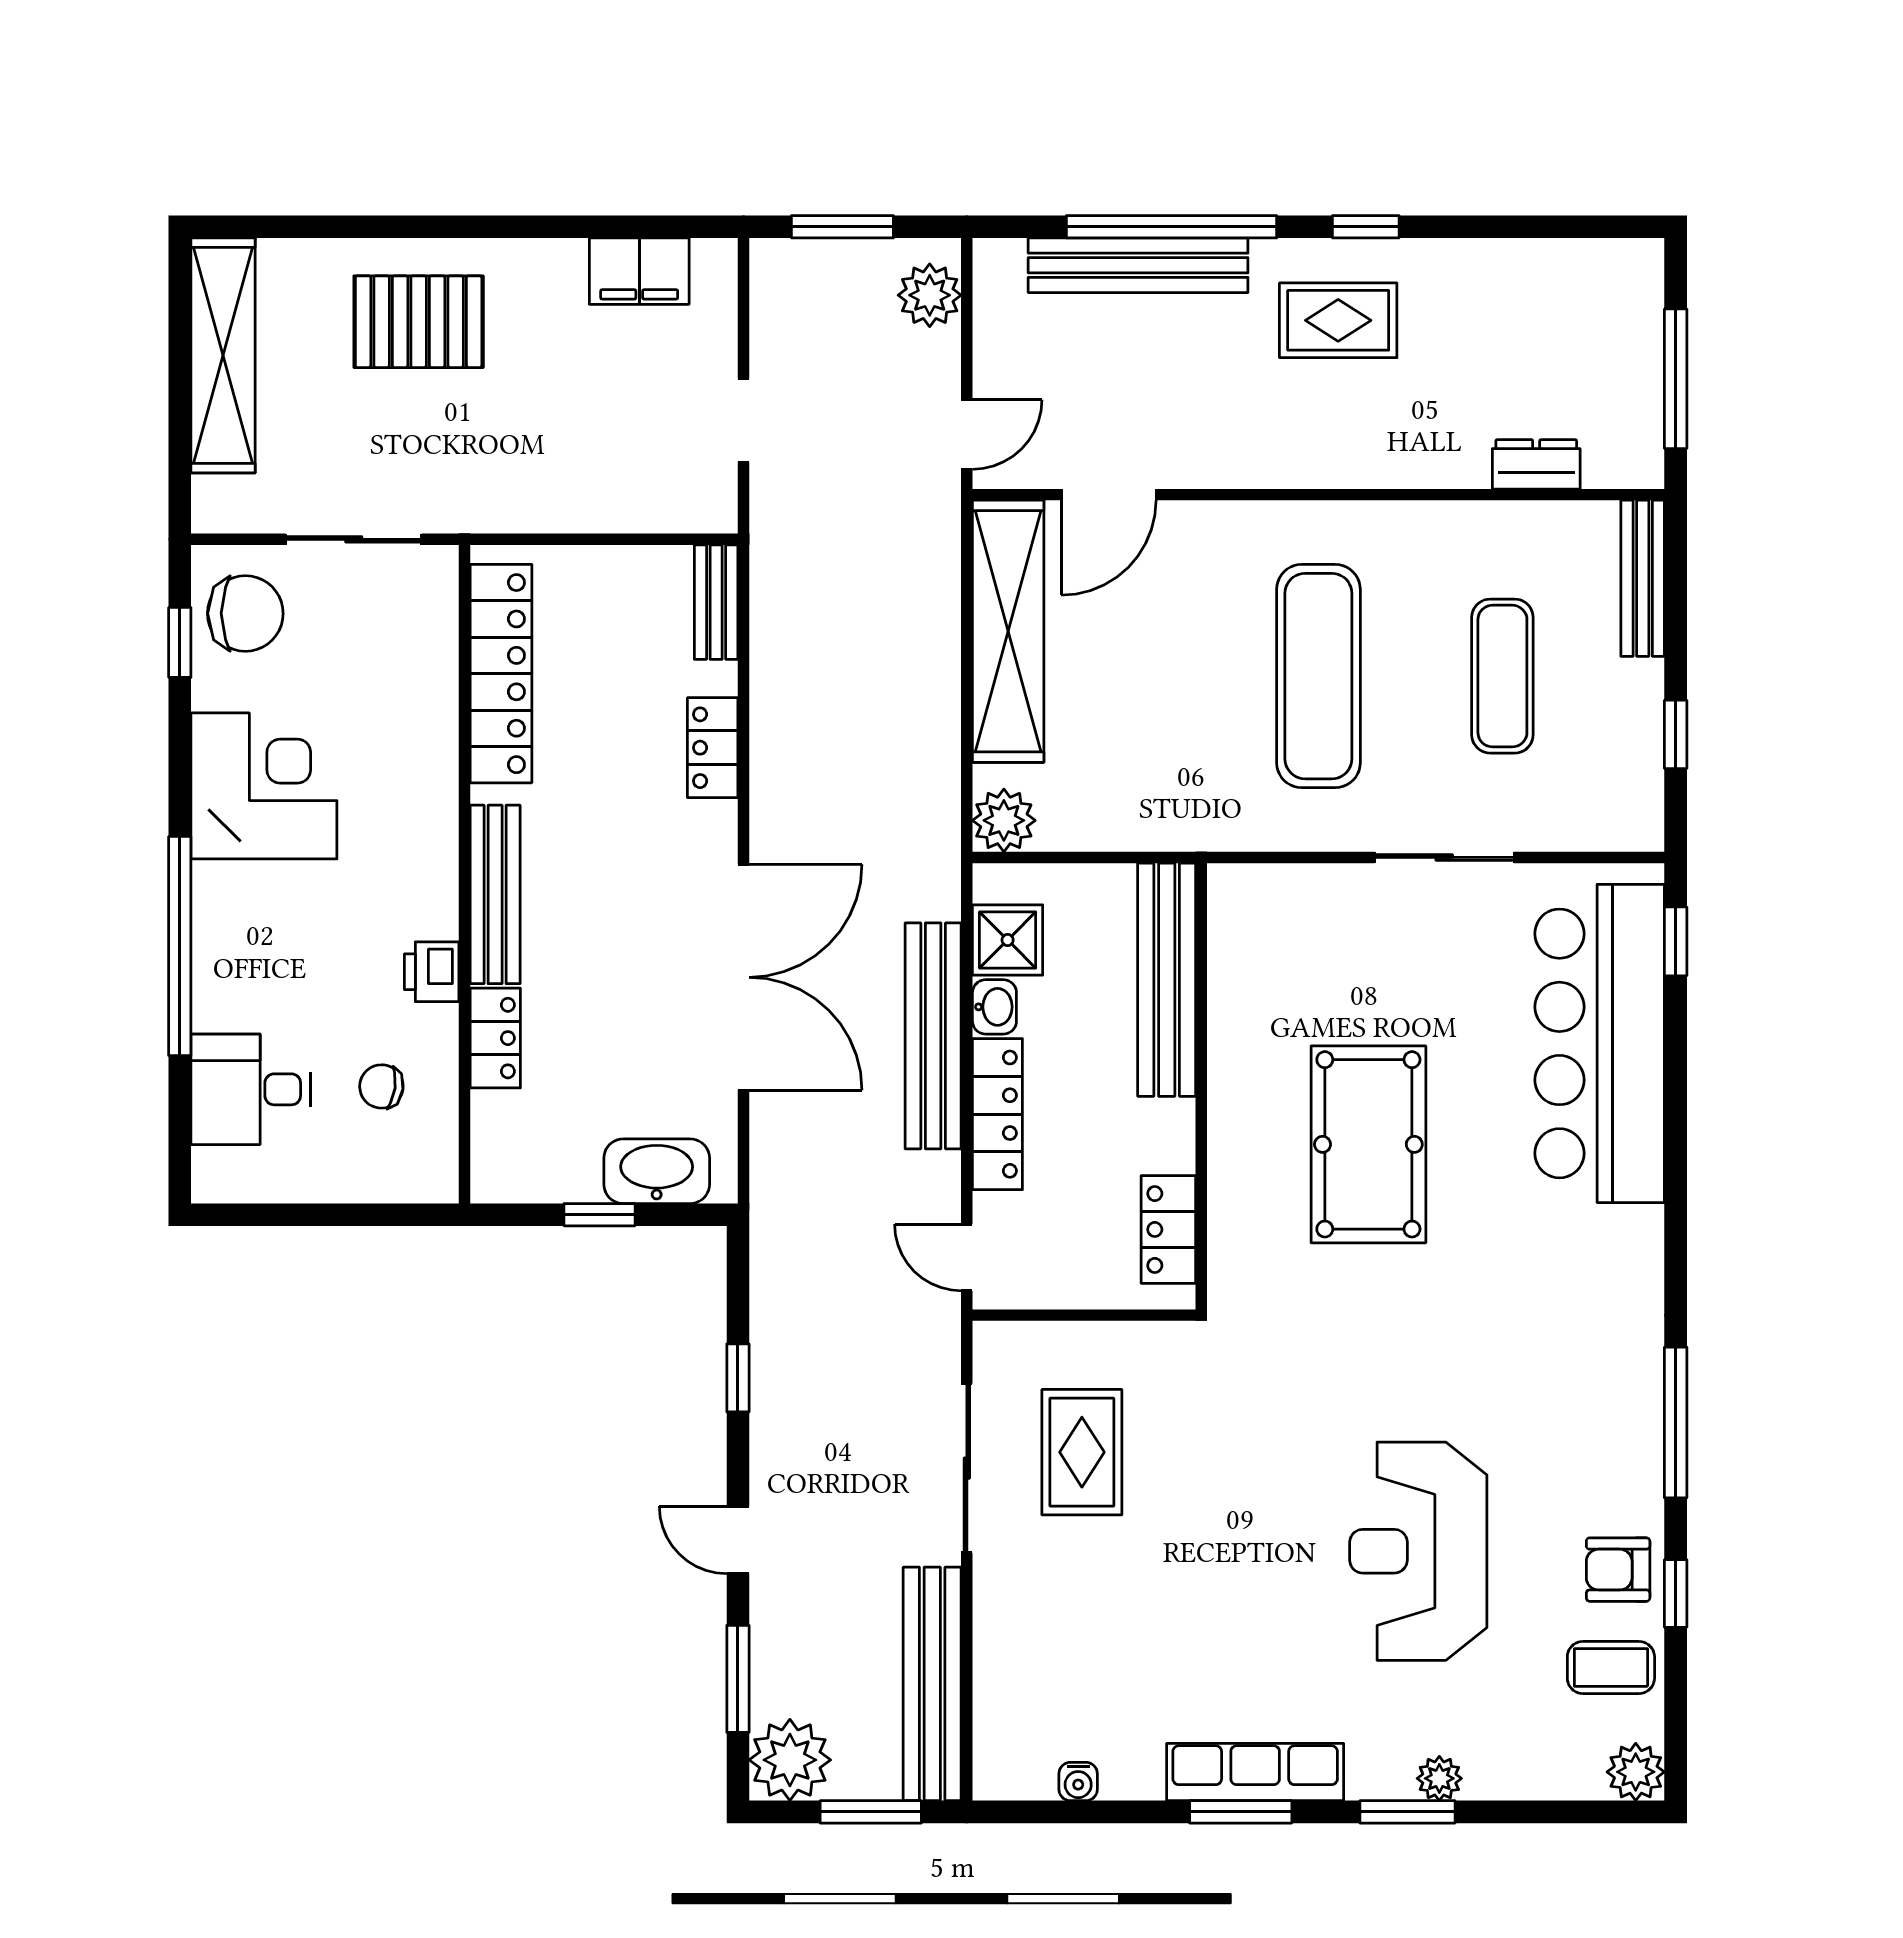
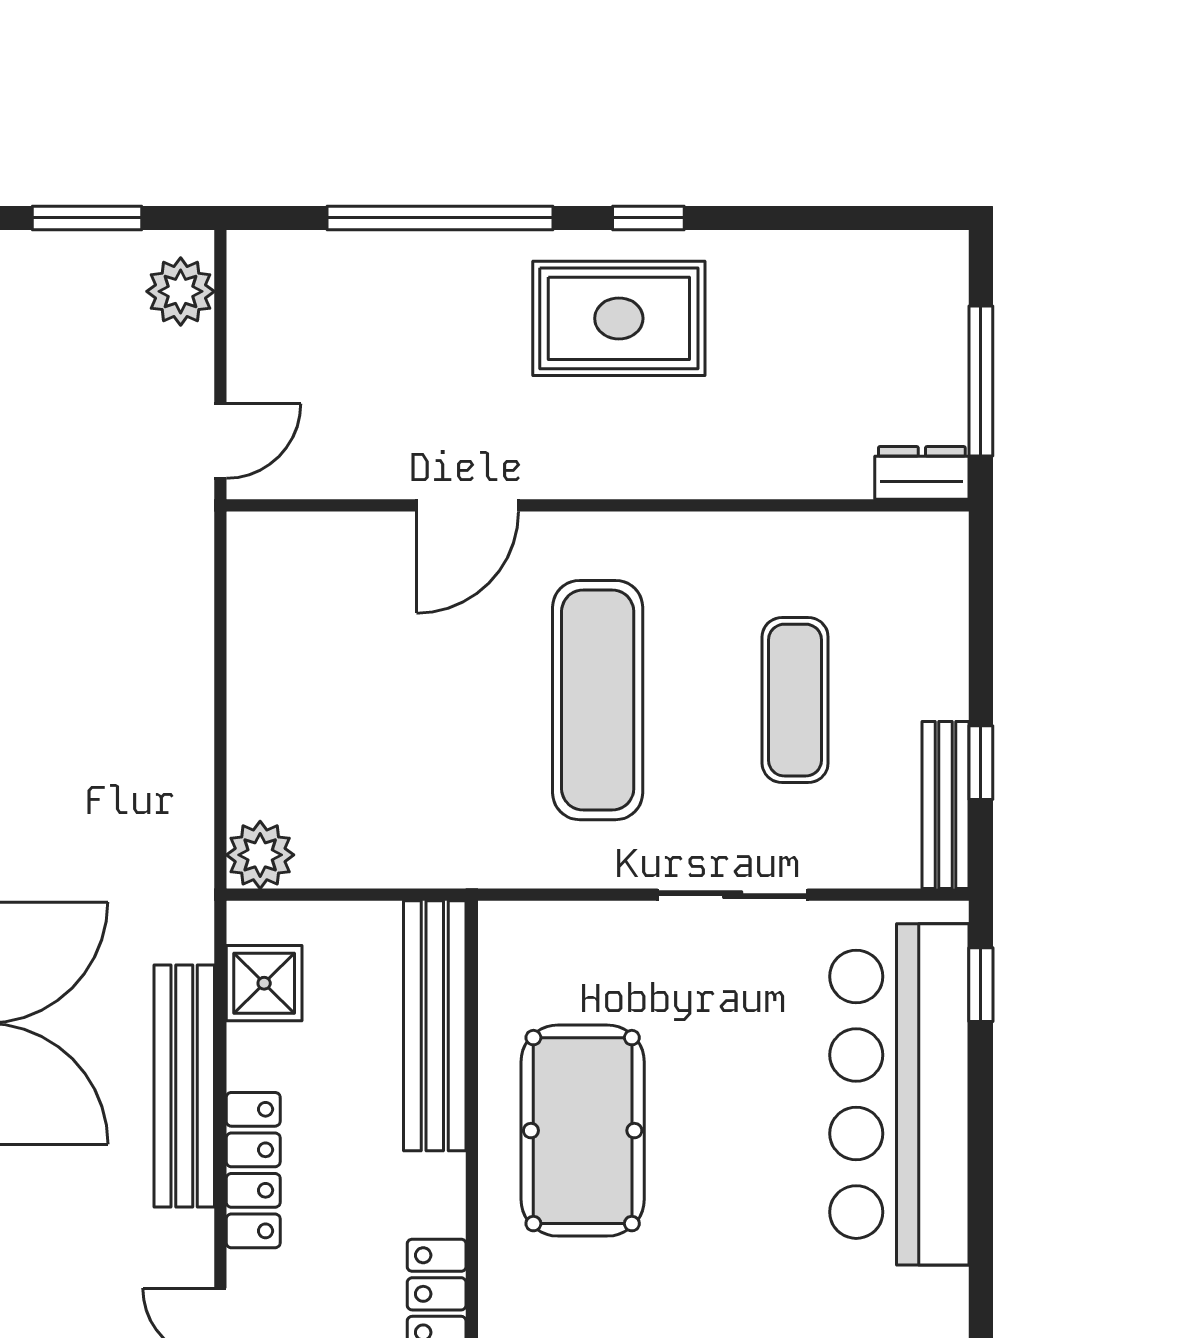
bench: (1138, 265) -> (404, 259), removed
rug: (1338, 320) -> (619, 318), width x1.36, depth x1.43
dresser: (1536, 464) -> (922, 473), moved
door: (1109, 495) -> (467, 505), moved
bench: (1643, 578) -> (945, 805), moved
shelving: (1008, 631) -> (265, 652), removed
washbasin: (994, 1007) -> (250, 1055), removed
pool table: (1368, 1144) -> (583, 1131), moved

